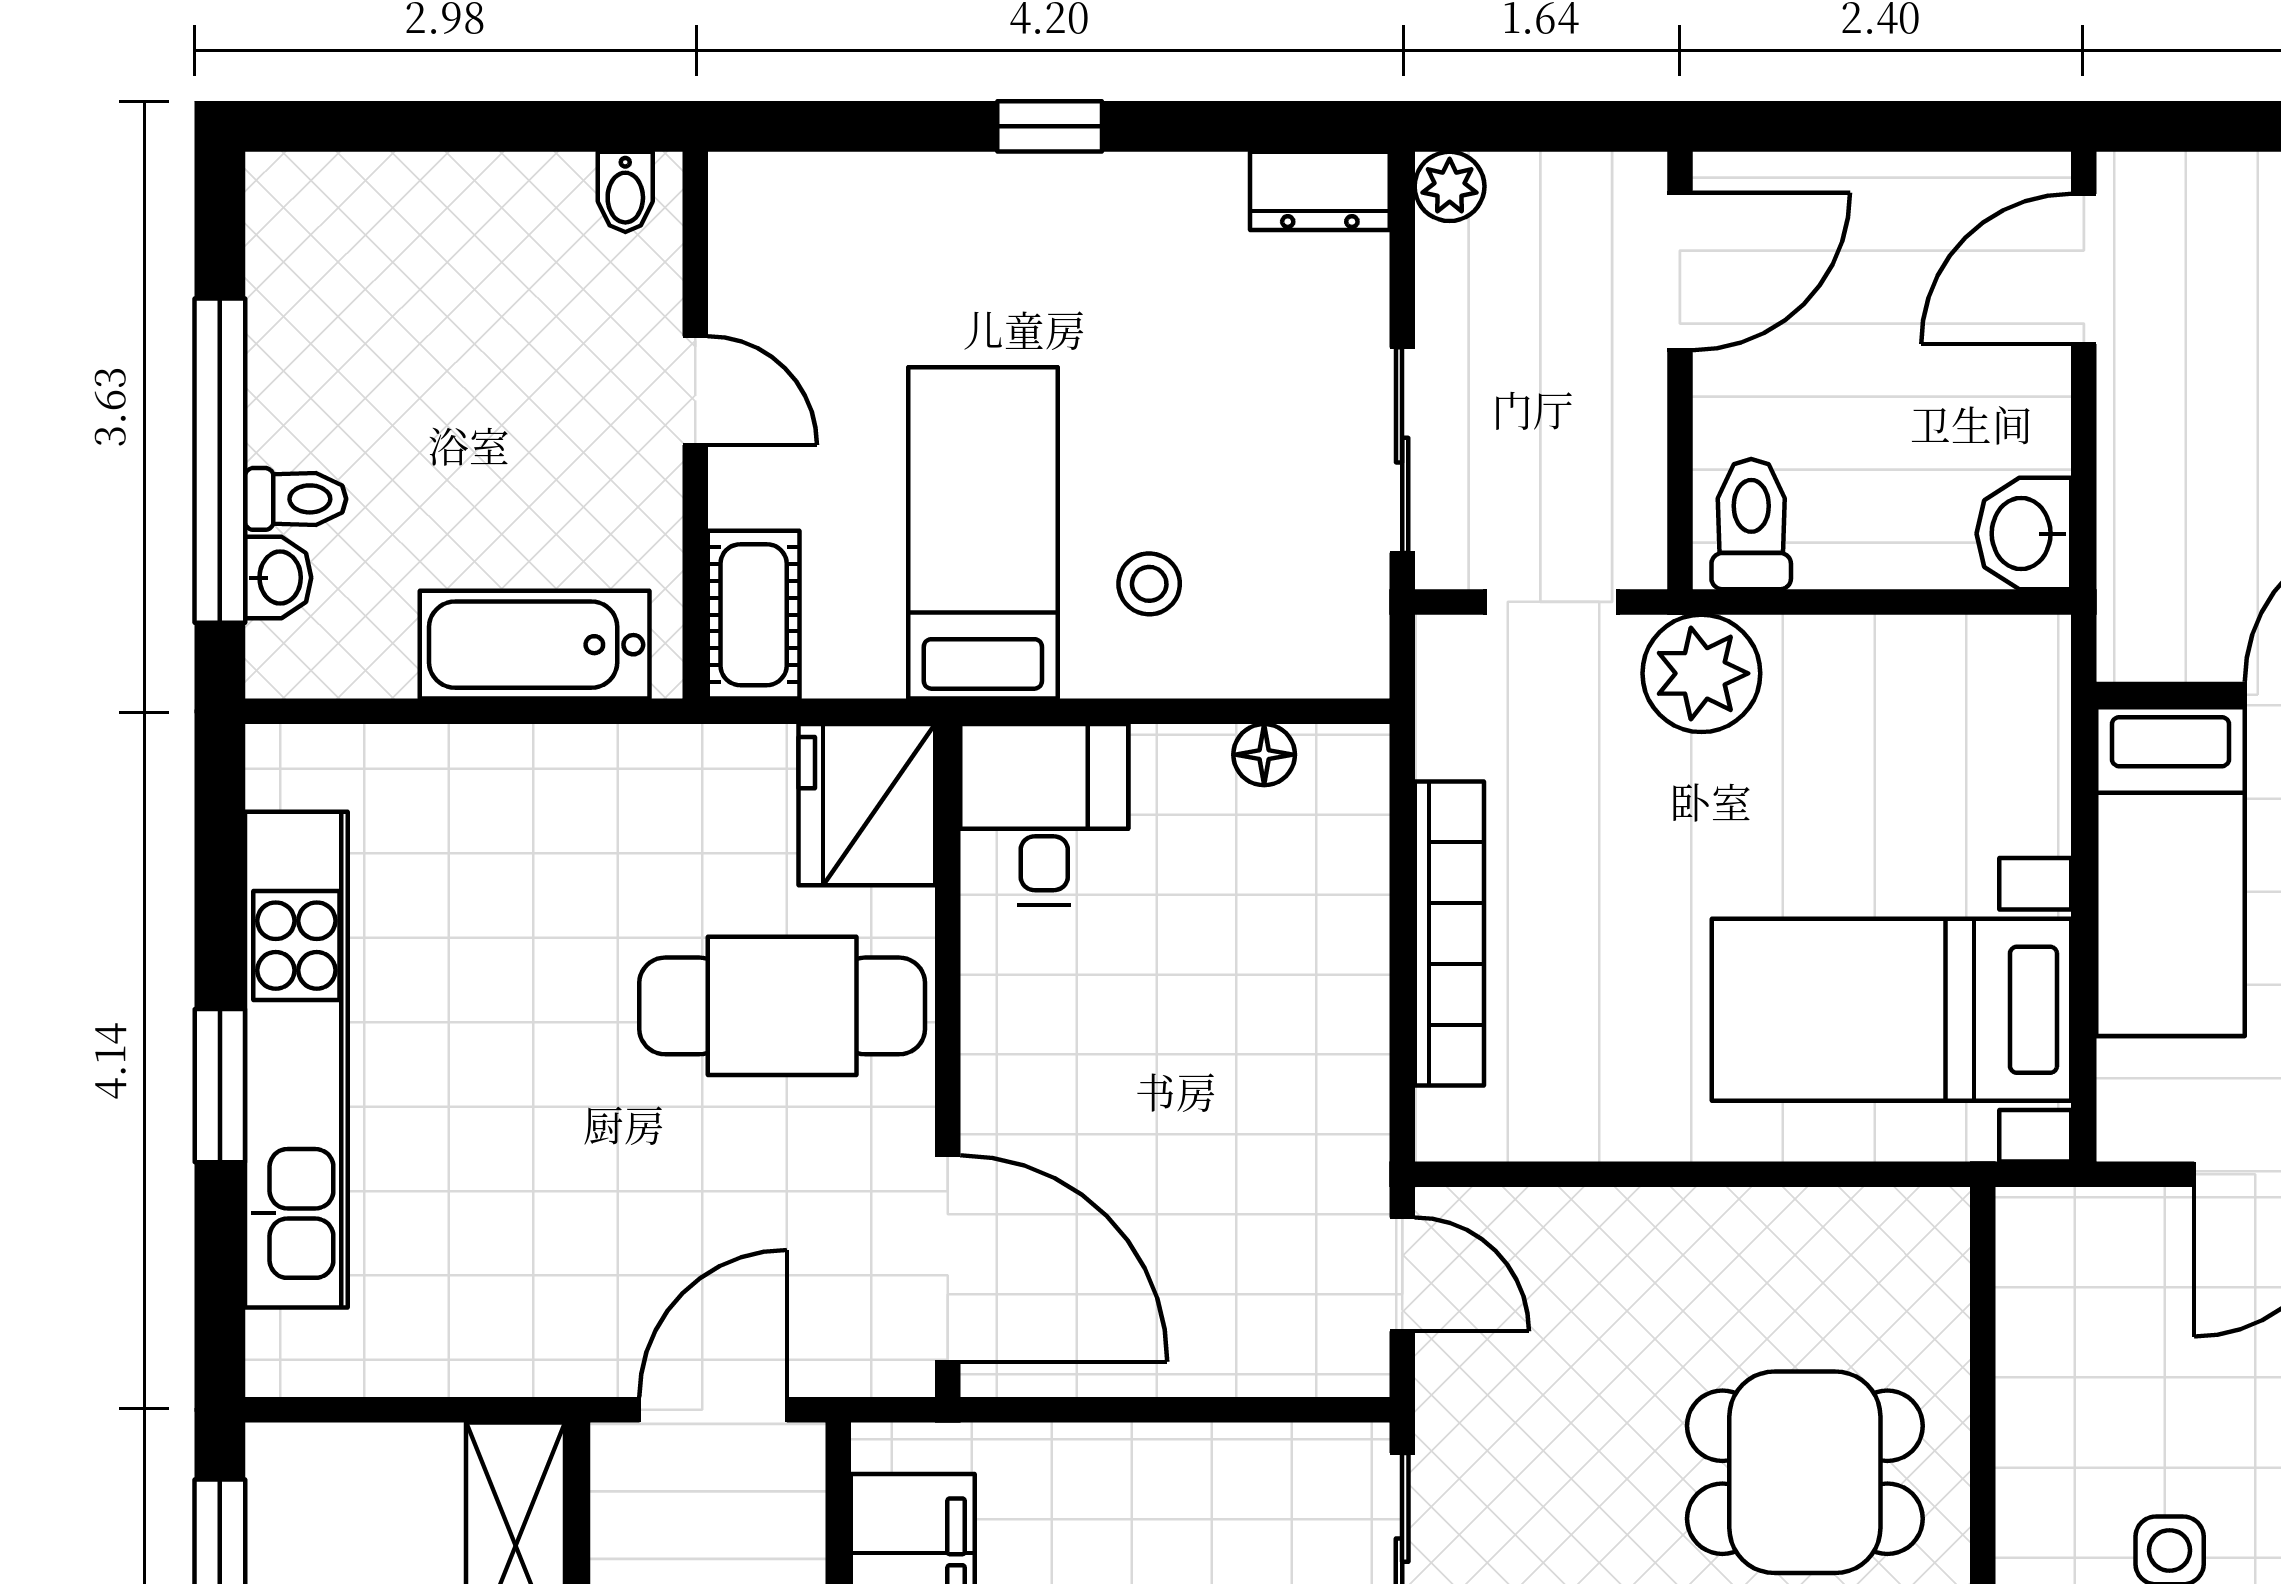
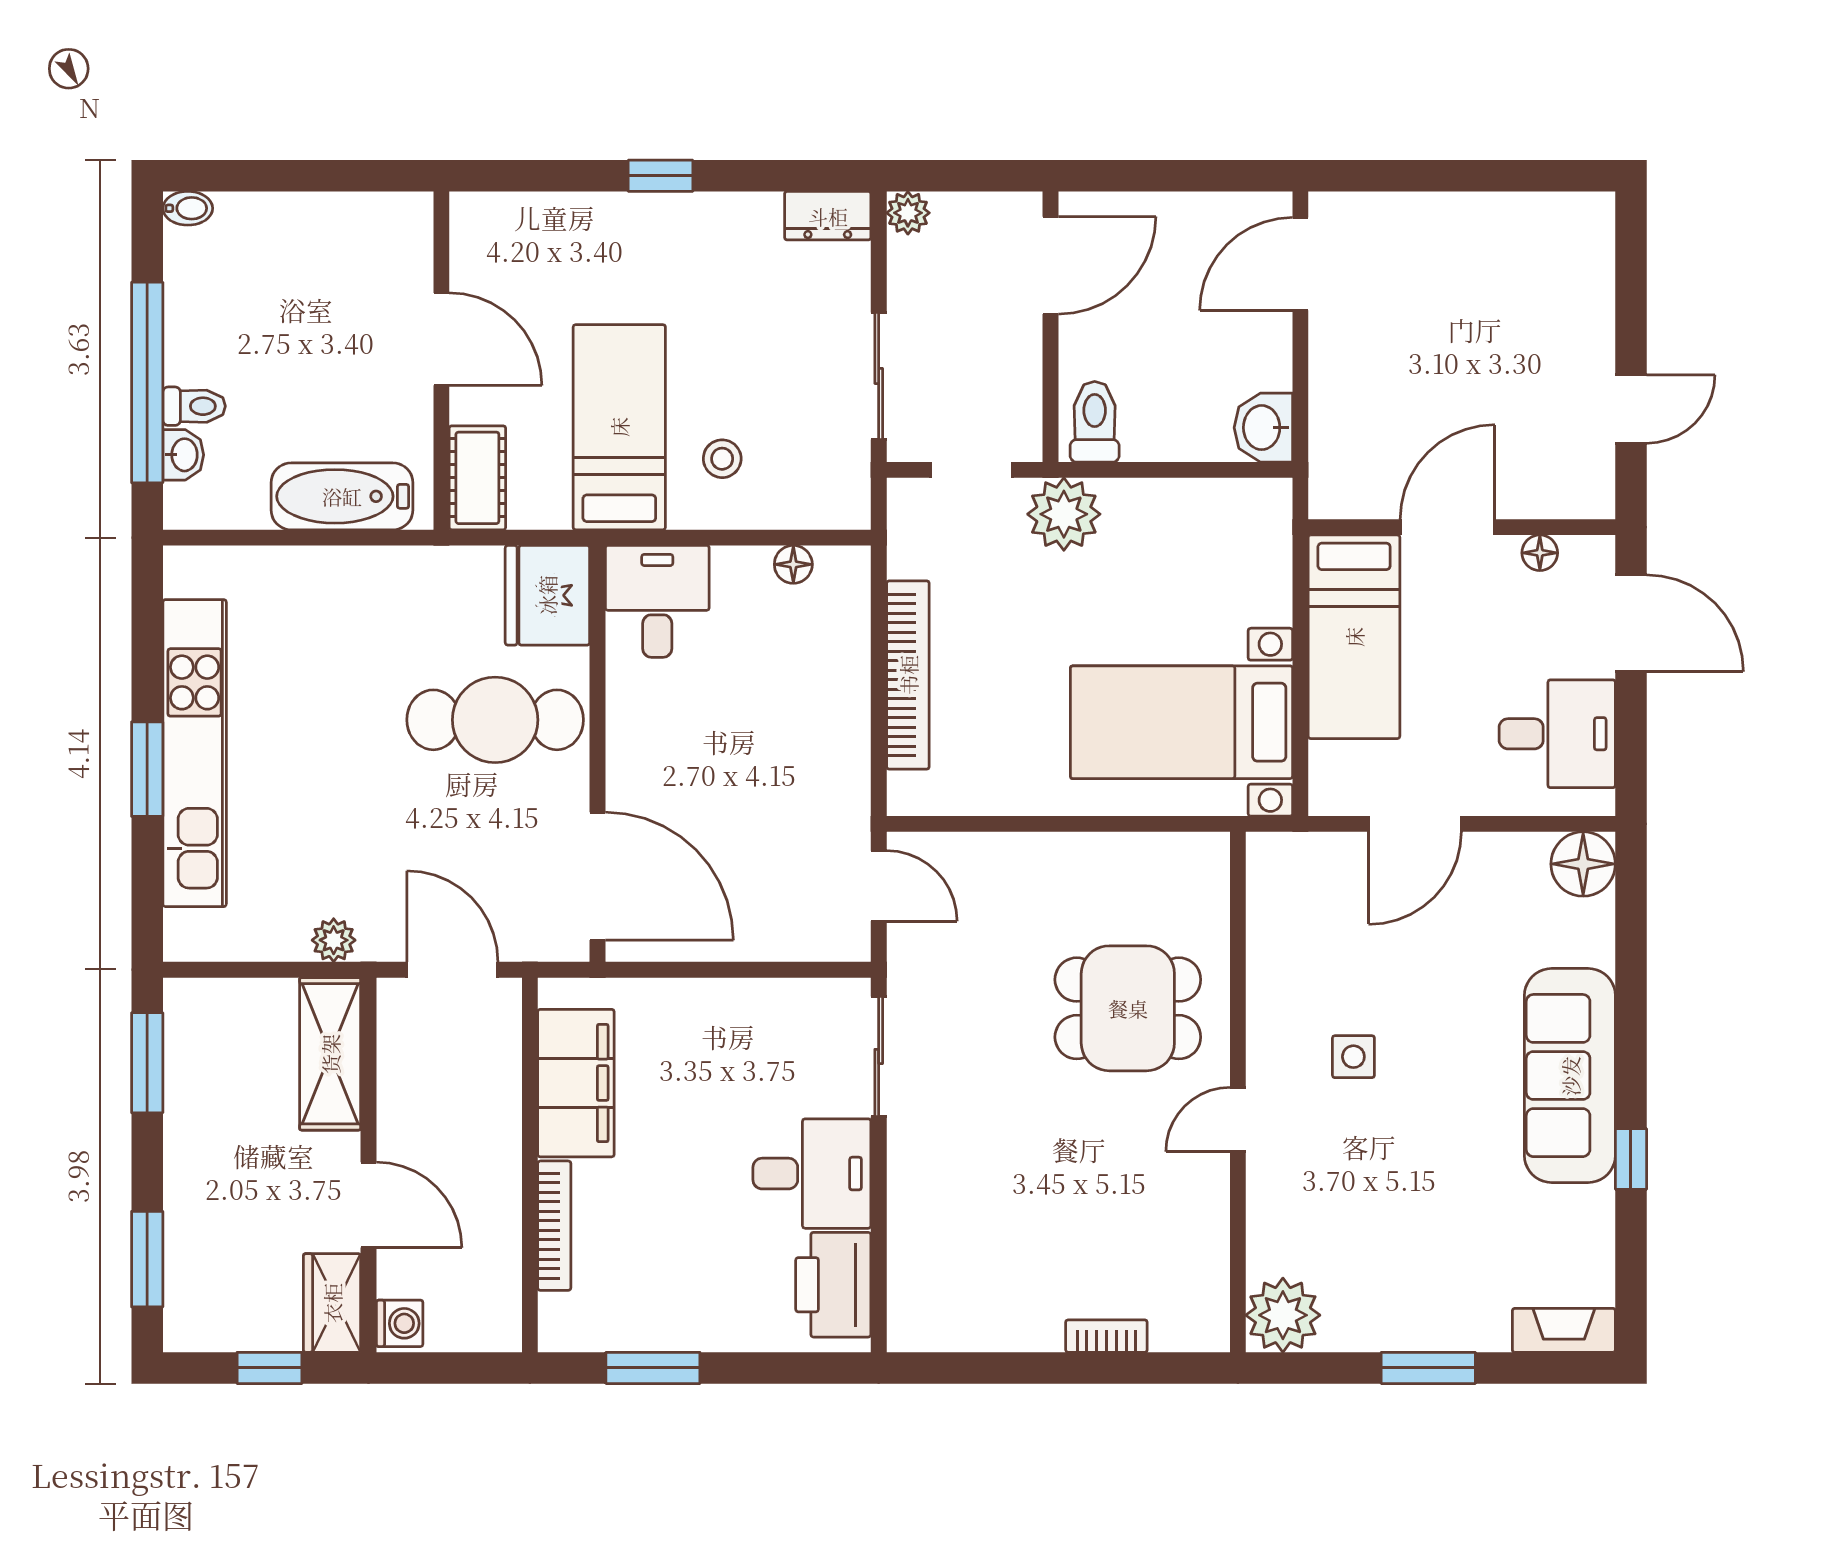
bidet: (625, 192) -> (188, 208), moved, turned -90
door: (695, 391) -> (441, 339), width x1.38
plant: (521, 1362) -> (334, 940), added
door: (713, 1410) -> (452, 970), hinge flipped

